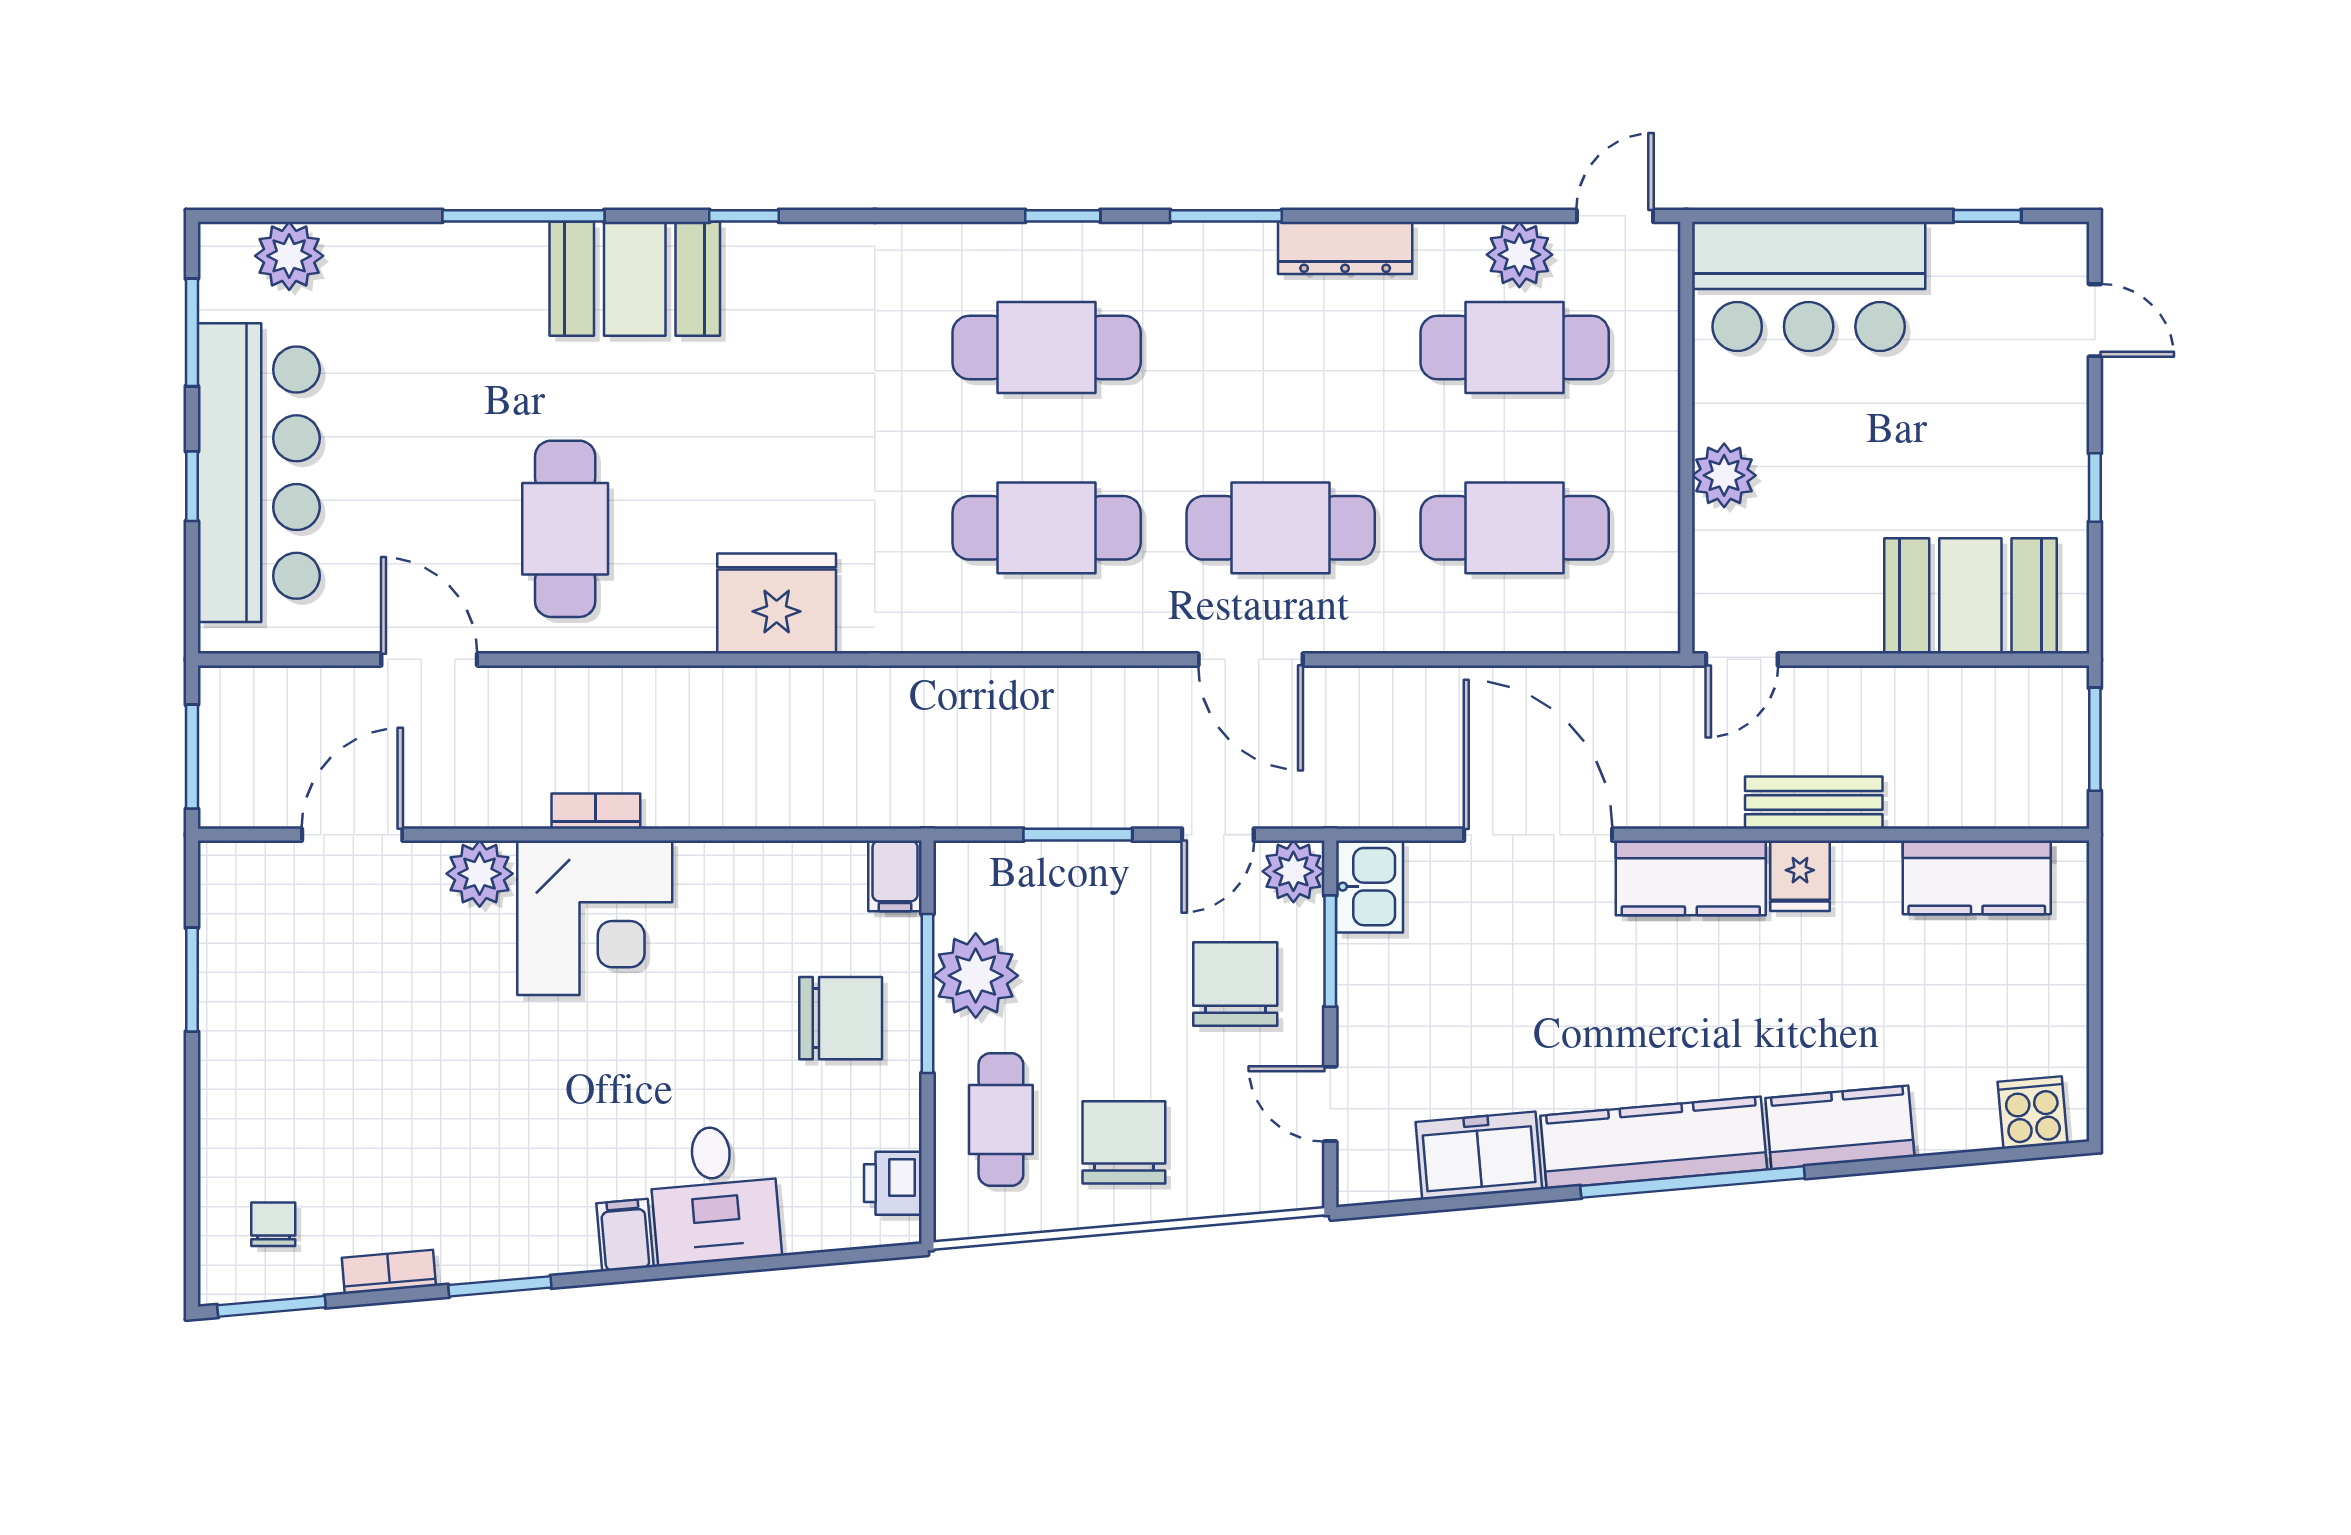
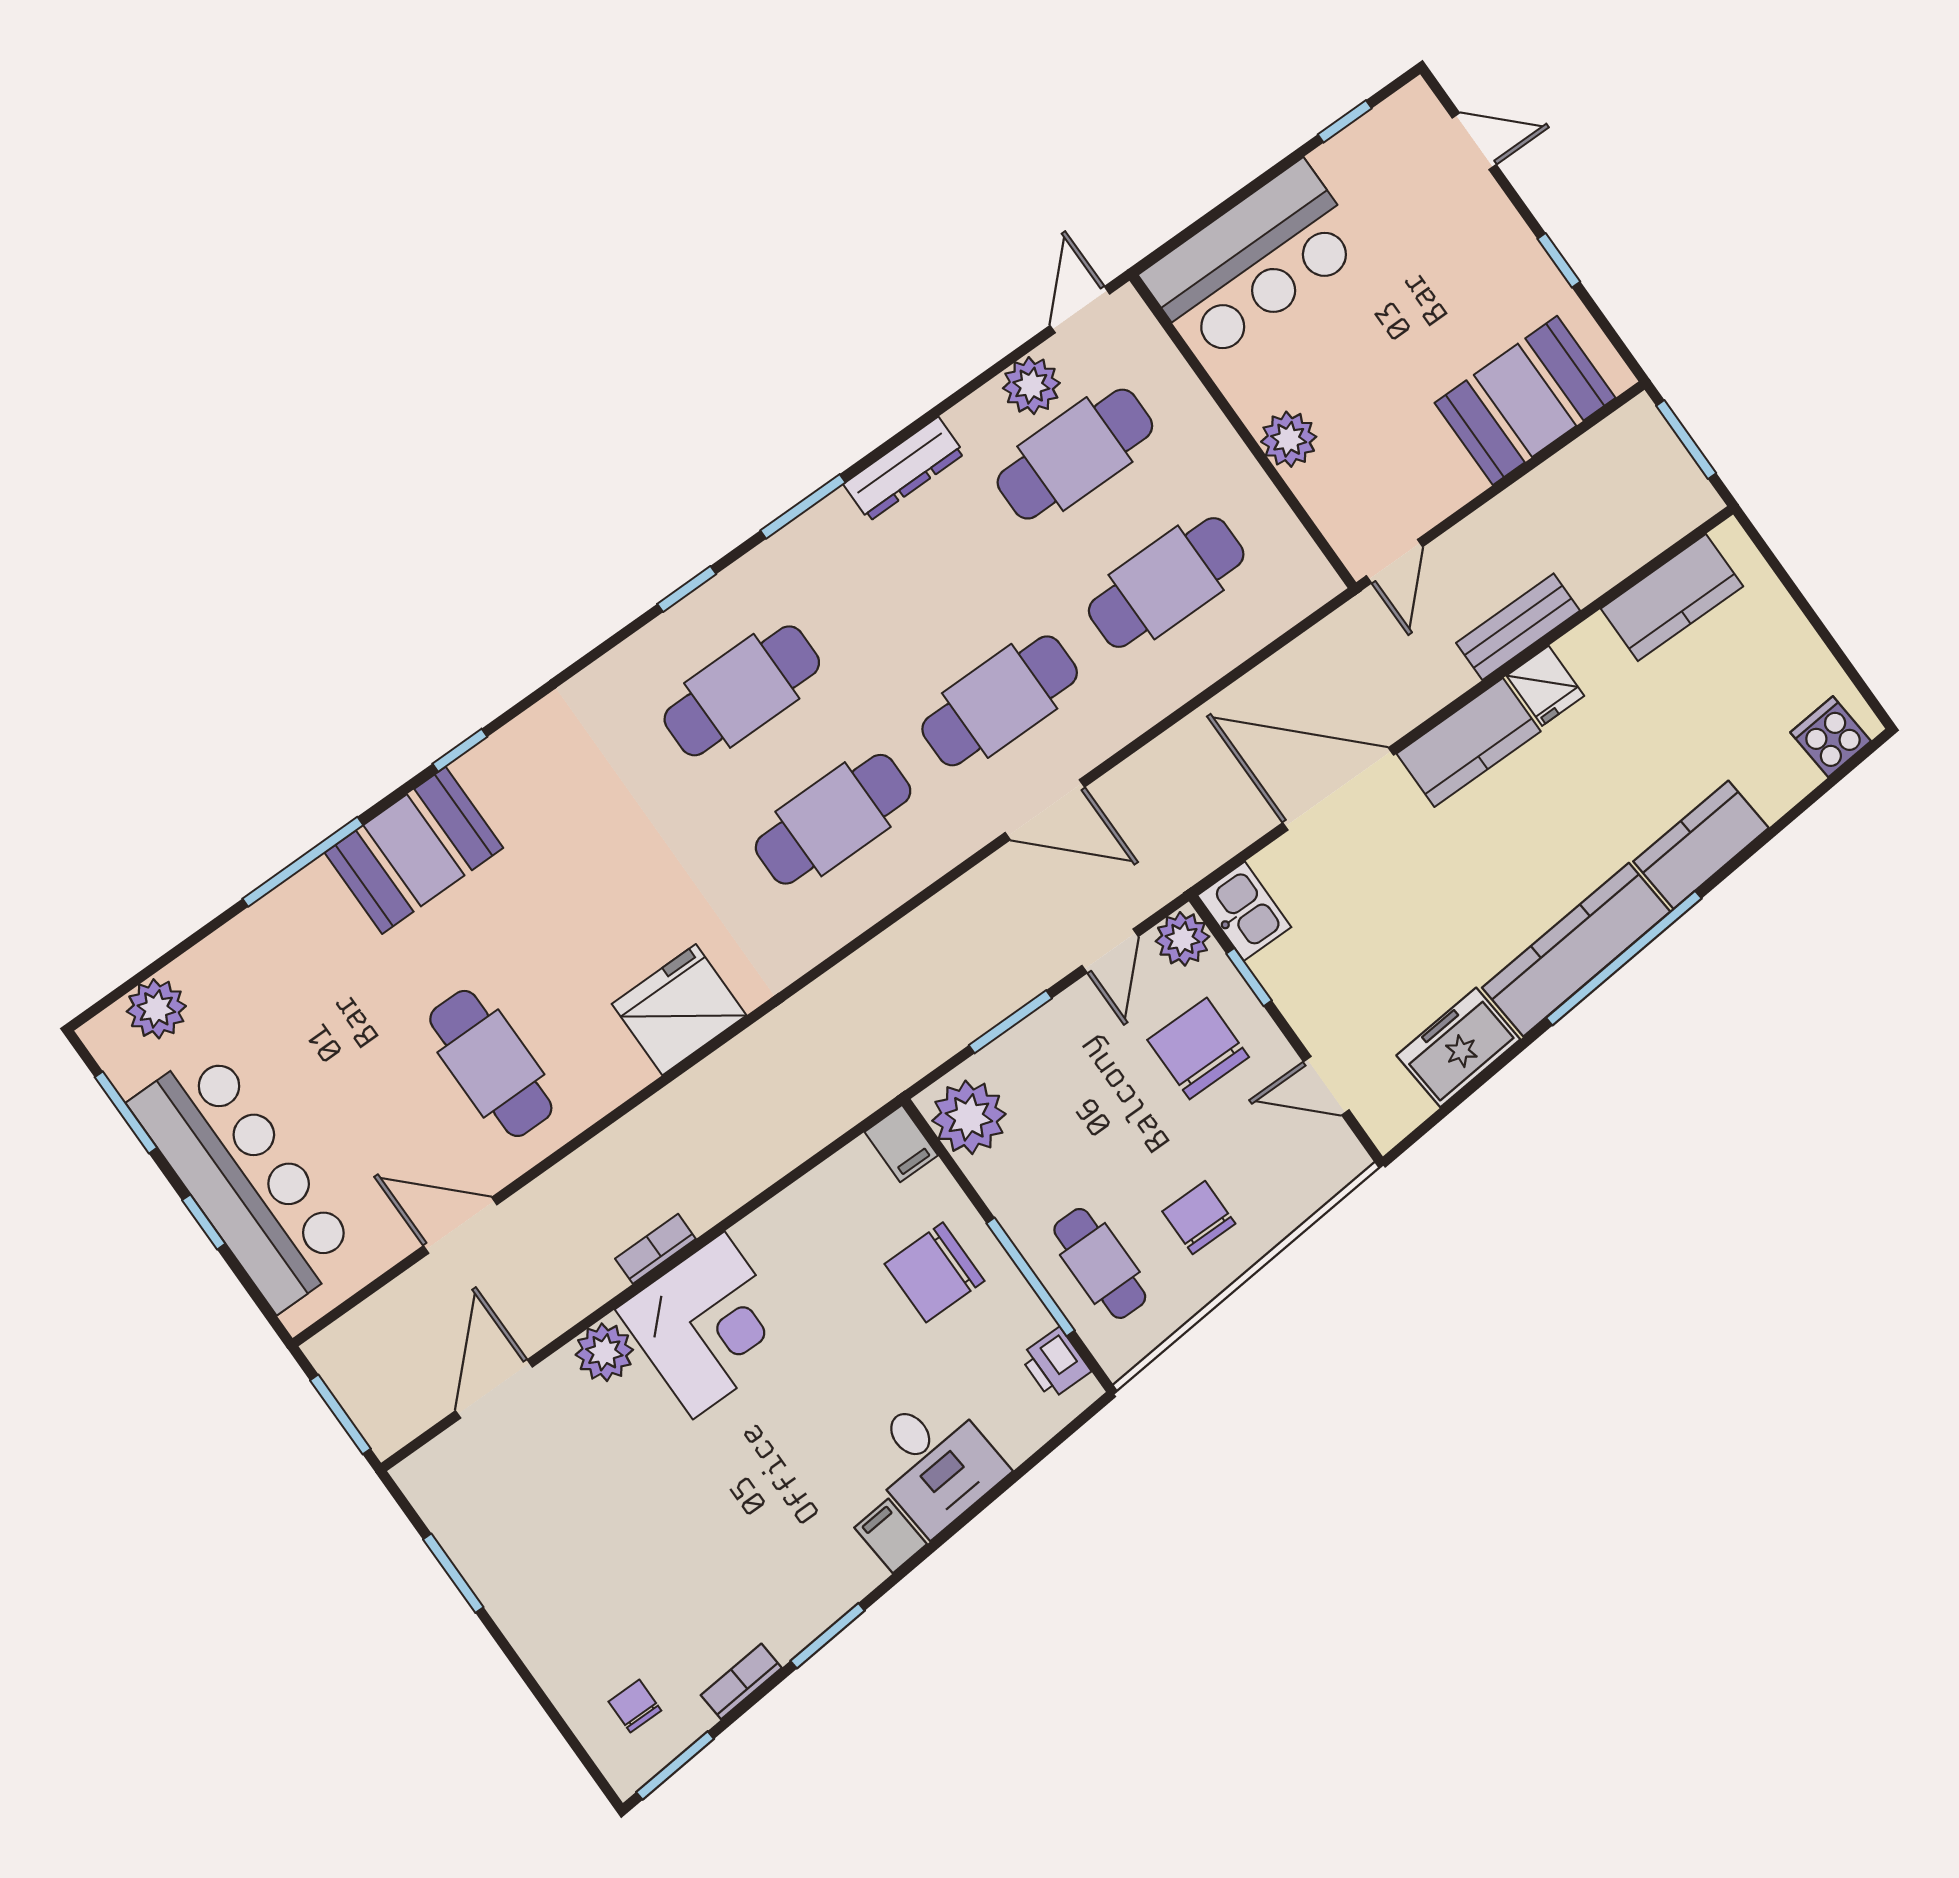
window: (1330, 951) -> (1249, 977), width x0.67
plant: (976, 976) -> (969, 1117), moved
window: (927, 994) -> (1031, 1277), moved
chair: (841, 1018) -> (935, 1272), turned 180
chair: (1124, 1142) -> (1199, 1217), width x0.73, depth x0.73

